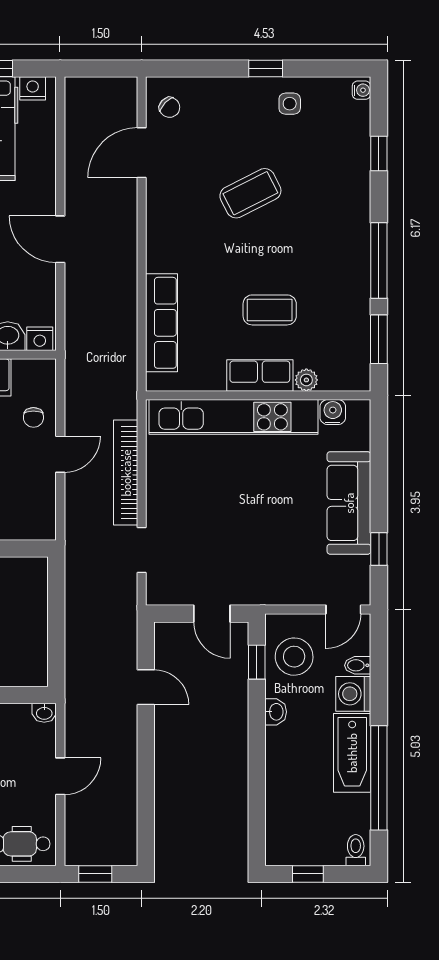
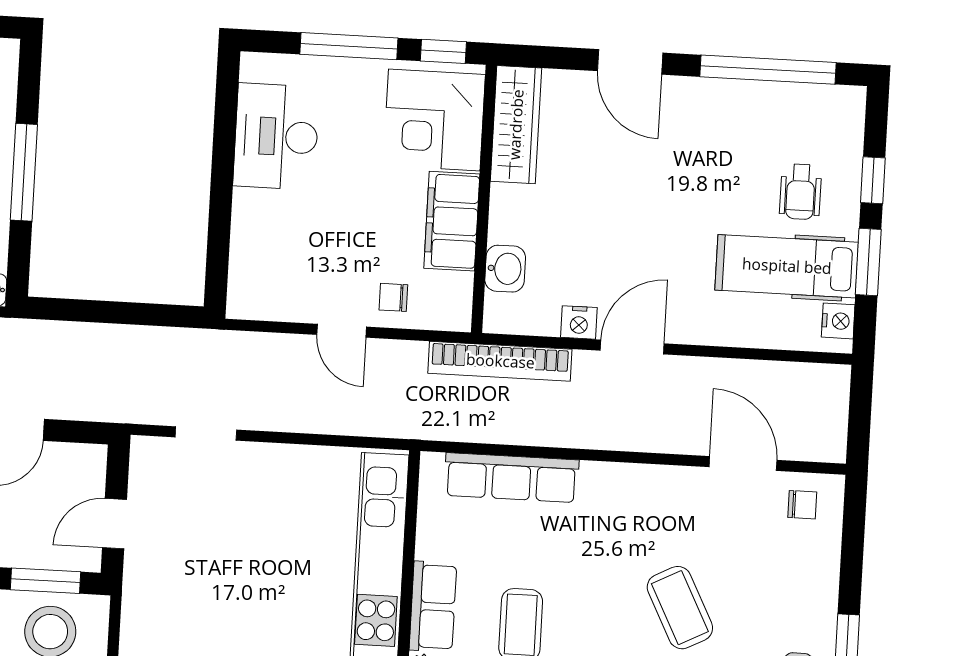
chair: (170, 107) -> (802, 505), turned -134
nightstand: (40, 339) -> (579, 322), moved, turned -90
bookcase: (126, 473) -> (500, 361), moved, turned 180
window: (257, 662) -> (45, 581), width x1.50

